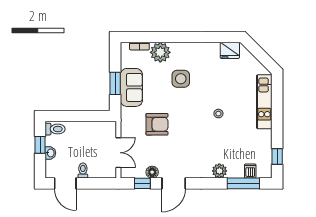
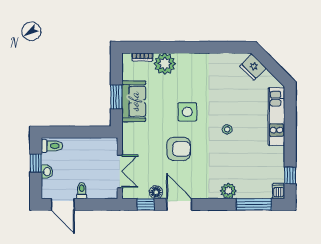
fridge: (230, 50) -> (253, 67), moved, turned 45
side table: (181, 79) -> (187, 112), moved
armchair: (157, 124) -> (179, 149), moved
dishwasher: (250, 171) -> (279, 191), moved
door: (174, 183) -> (179, 204), swing flipped

